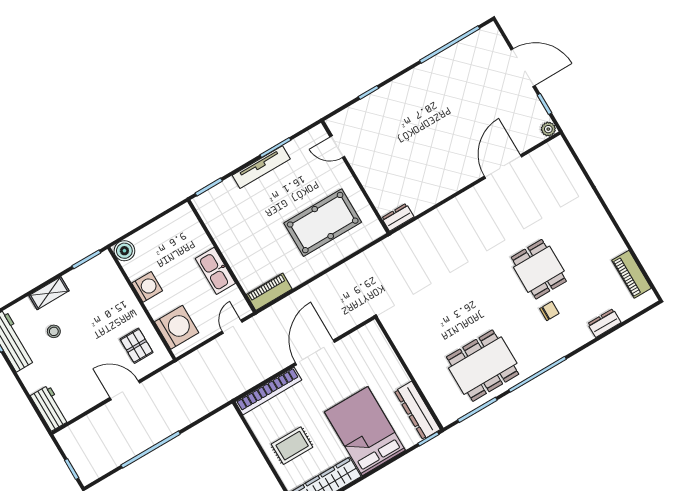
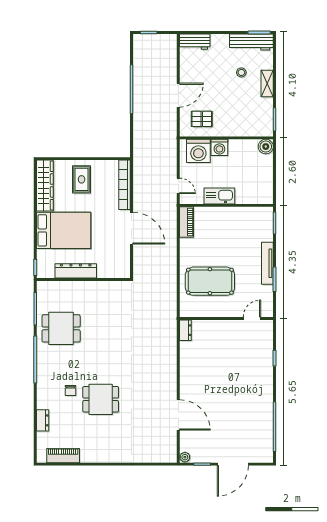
pool table: (323, 223) -> (210, 281), turned 90
washing machine: (147, 287) -> (219, 147), moved
dining table: (483, 366) -> (61, 328), width x0.73
dresser: (417, 410) -> (76, 271), moved

